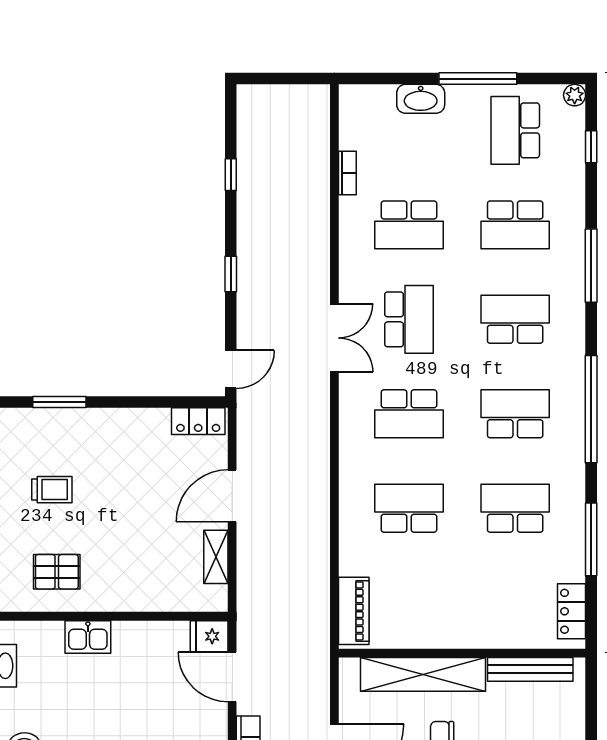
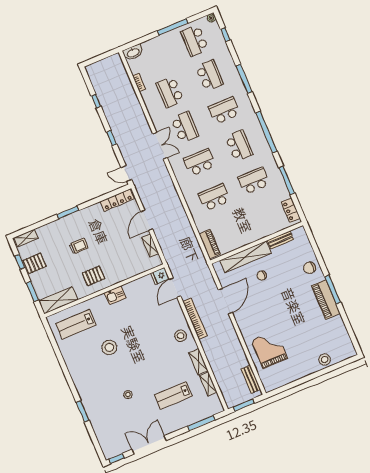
washbasin: (421, 99) -> (133, 52), moved
school desk: (409, 225) -> (170, 92), turned 90
school desk: (515, 225) -> (209, 75), turned -90
door: (231, 369) -> (126, 174), swing flipped
school desk: (409, 414) -> (200, 162), turned 180
school desk: (515, 414) -> (239, 146), turned 90
locker: (198, 421) -> (117, 200), width x1.53
bench: (530, 669) -> (280, 240), width x0.73
door: (232, 677) -> (175, 288), hinge flipped

